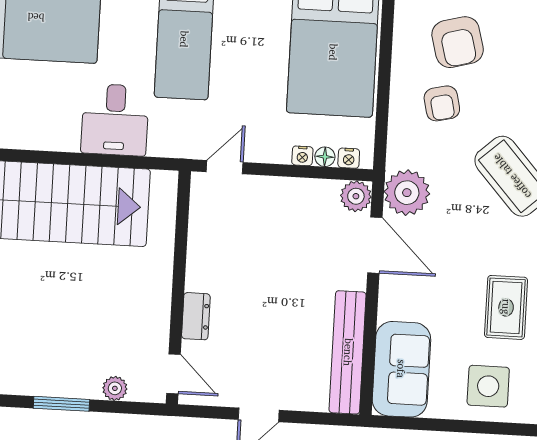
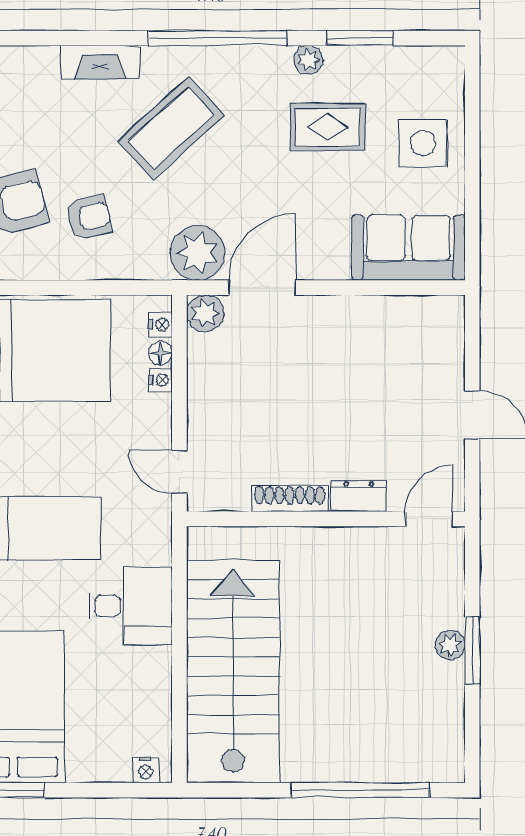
shoe rack: (197, 258) -> (290, 499), added
bench: (348, 352) -> (392, 313), removed
plant: (115, 388) -> (450, 645), moved

